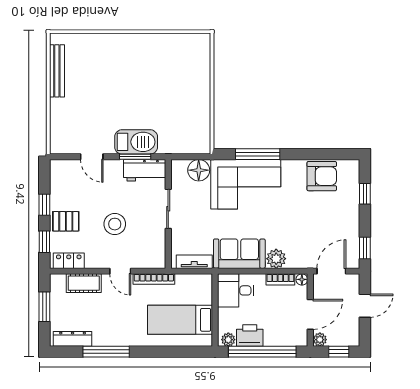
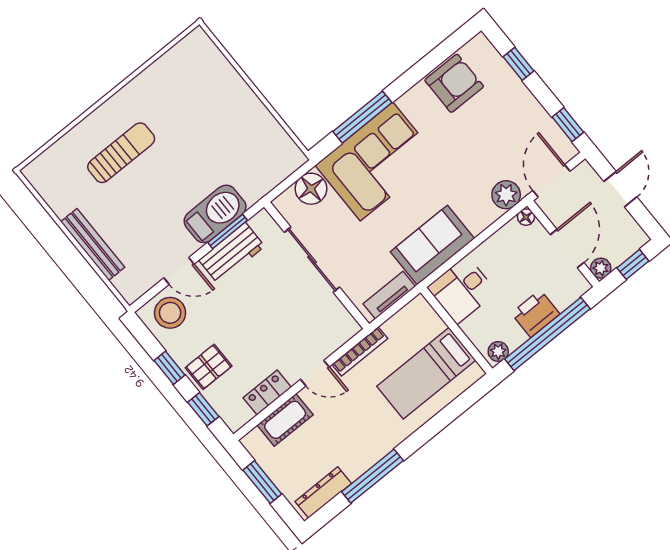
sun lounger: (112, 68) -> (121, 153), added
bench: (57, 71) -> (93, 245), moved
workbench: (145, 170) -> (232, 253), moved
sliding door: (168, 209) -> (312, 260), width x1.37
stool: (115, 224) -> (170, 313), moved
plant: (276, 259) -> (506, 195), moved
locker: (69, 261) -> (267, 393), moved
bookcase: (280, 279) -> (502, 237), removed
printer: (250, 336) -> (535, 314), moved

